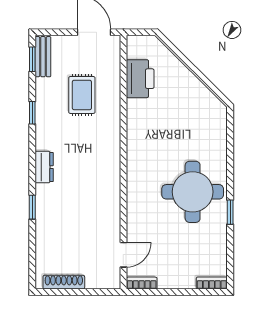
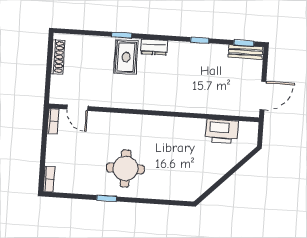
rug: (82, 95) -> (126, 57), moved, turned 90
round table: (193, 192) -> (125, 168), width x0.73, depth x0.73

